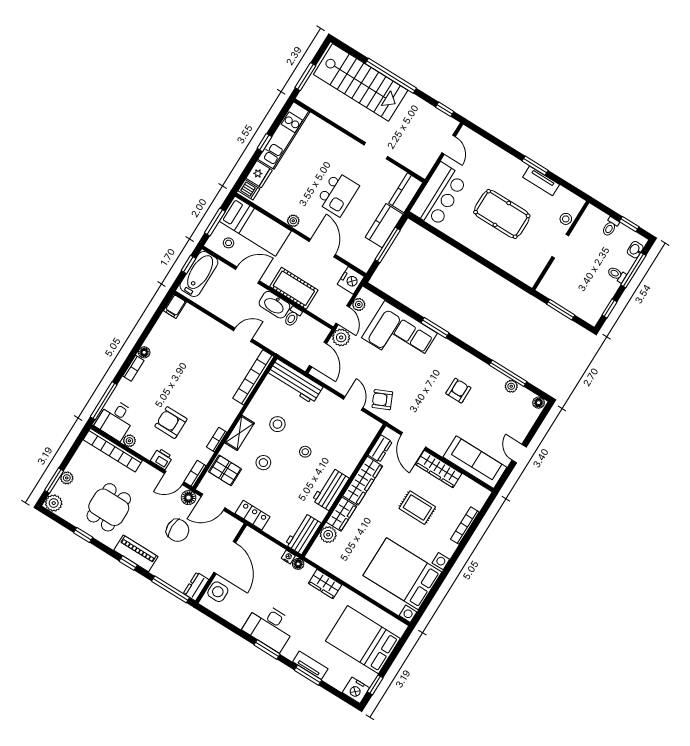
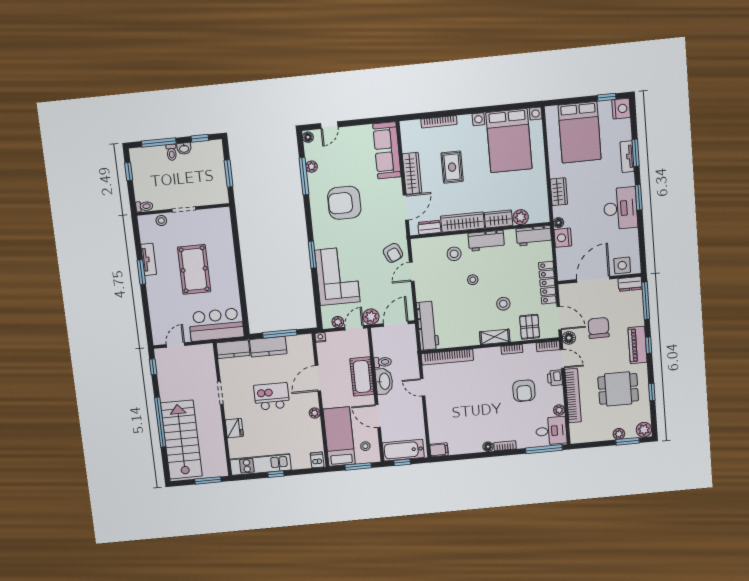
fridge: (259, 174) -> (234, 428), moved, turned 90
toilet: (610, 227) -> (144, 206), moved
washbasin: (635, 250) -> (184, 148), moved
nightstand: (351, 280) -> (320, 337), width x0.53, depth x0.56
armchair: (458, 391) -> (344, 203), width x1.88, depth x1.88
stool: (277, 424) -> (454, 254), moved
bookcase: (113, 450) -> (573, 396), moved
door: (519, 454) -> (329, 125), moved
locker: (253, 515) -> (547, 283), width x1.53
nightstand: (288, 557) -> (563, 238), width x1.89, depth x1.79

